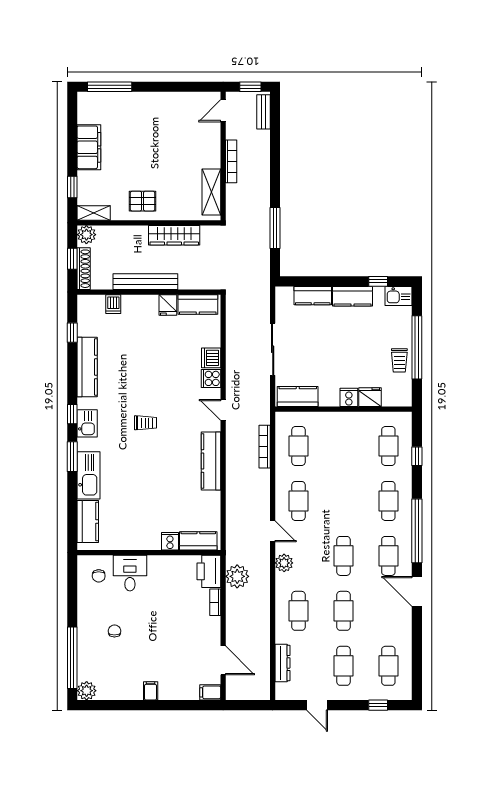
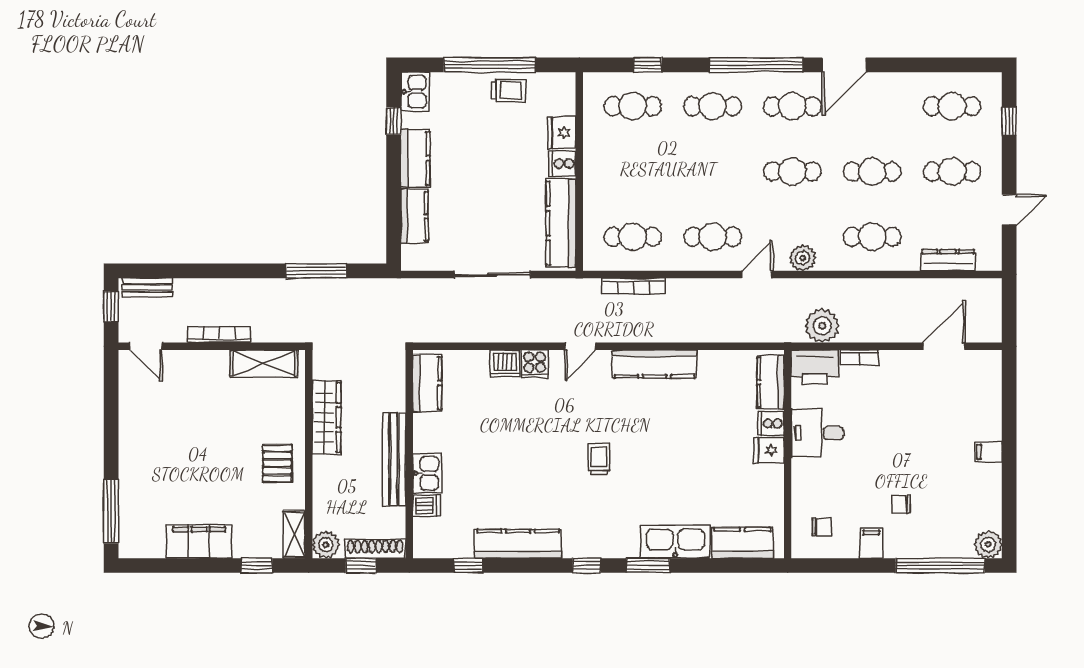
fridge: (168, 305) -> (769, 450), moved, turned 180
kitchen counter: (298, 397) -> (561, 223), width x1.50
kitchen sink: (87, 423) -> (427, 473), moved, turned 90
desk: (130, 573) -> (817, 433), moved
filing cabinet: (210, 692) -> (871, 543), moved, turned 180

